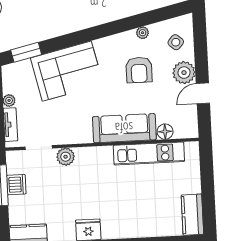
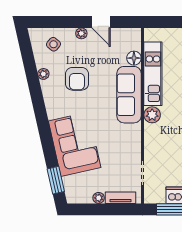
armchair: (139, 70) -> (77, 79), turned 90
plant: (184, 73) -> (81, 33), width x0.53, depth x0.53
plant: (66, 157) -> (152, 115), moved

